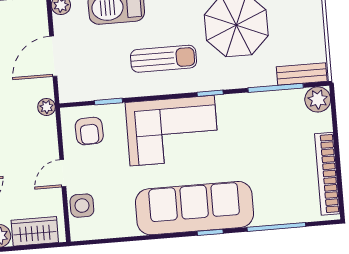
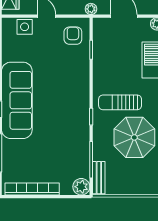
sun lounger: (164, 59) -> (120, 102), moved, turned 90
armchair: (89, 131) -> (73, 36), turned 92
corner sofa: (172, 131) -> (69, 90), removed

